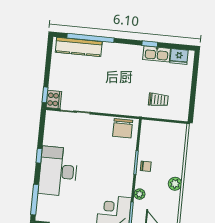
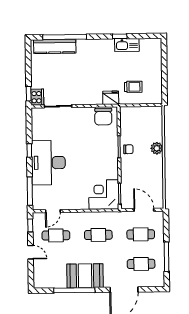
fridge: (179, 56) -> (111, 98), moved, turned 180
plant: (175, 184) -> (157, 148), moved
plant: (140, 194) -> (125, 175), removed

